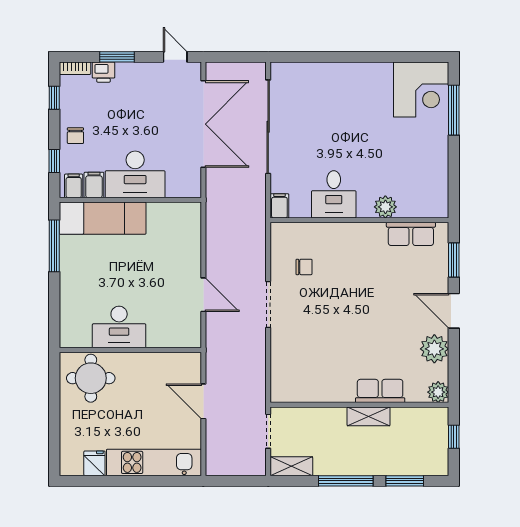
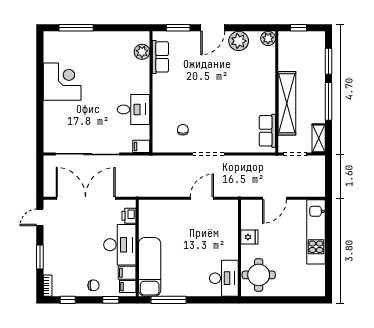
printer: (103, 72) -> (129, 216), moved, turned 180
corner desk: (421, 90) -> (62, 82), moved
plant: (385, 207) -> (142, 52), moved
desk: (119, 327) -> (224, 278), moved
row of seats: (380, 391) -> (267, 131), moved
shelving: (369, 416) -> (287, 103), width x2.20, depth x1.33
fridge: (94, 463) -> (249, 237), moved, turned 180

